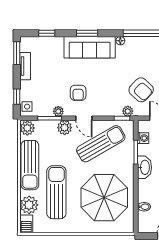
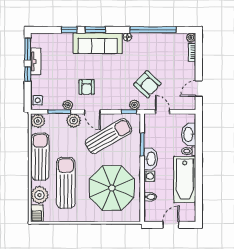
window: (47, 33) -> (69, 30), moved
window: (17, 97) -> (28, 74), moved
washing machine: (143, 138) -> (149, 176), moved
sun lounger: (30, 165) -> (40, 157), turned 180

